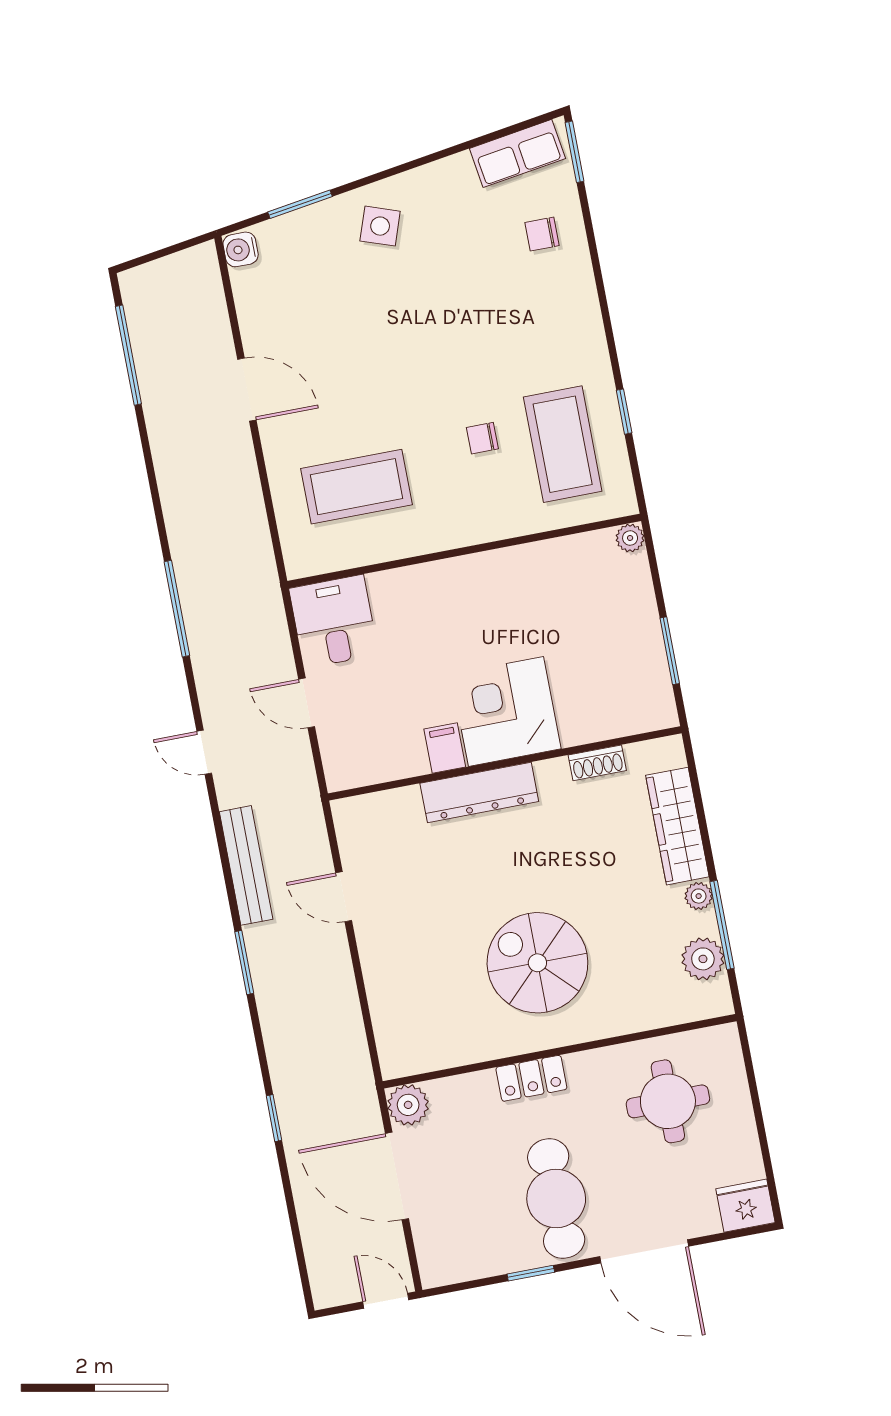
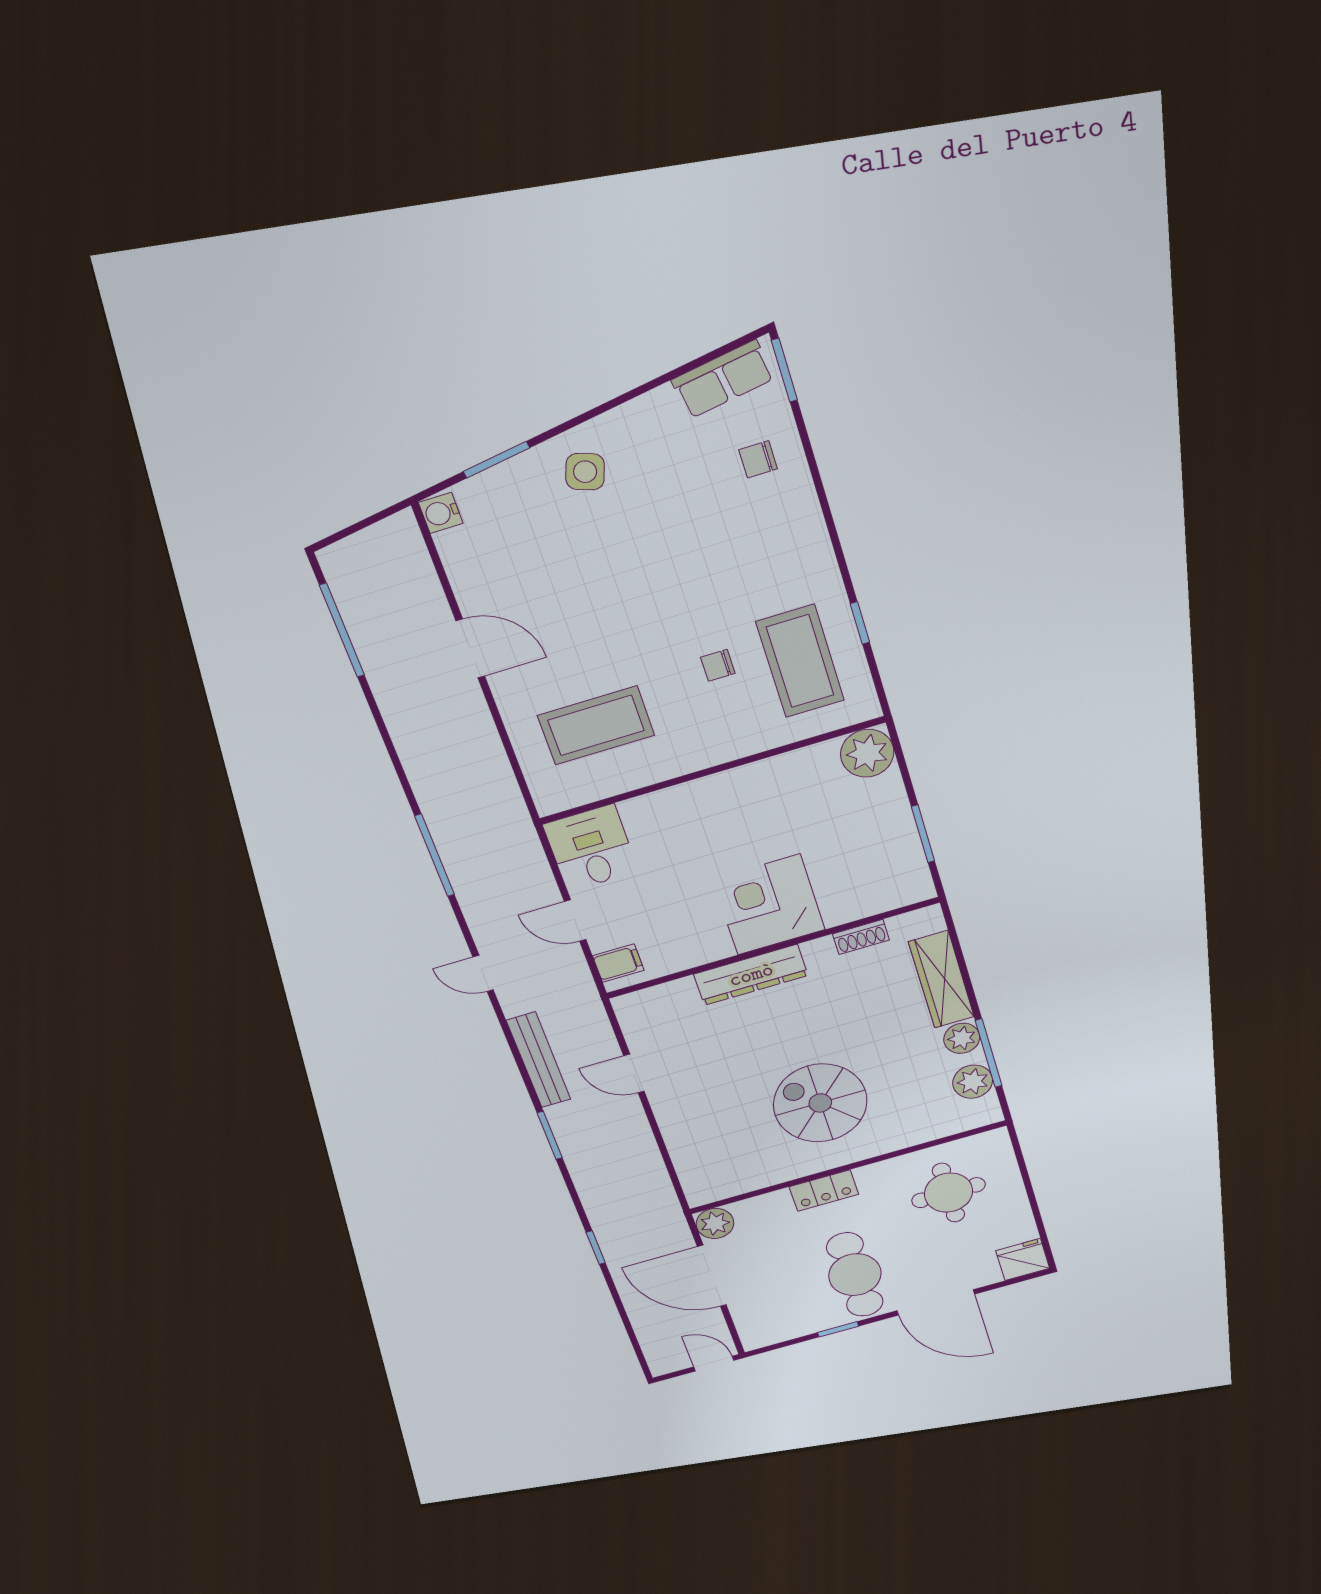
plant: (630, 538) -> (867, 753), width x1.88, depth x1.88
filing cabinet: (445, 748) -> (618, 963), moved, turned 90
plant: (699, 896) -> (962, 1038), width x1.38, depth x1.38

